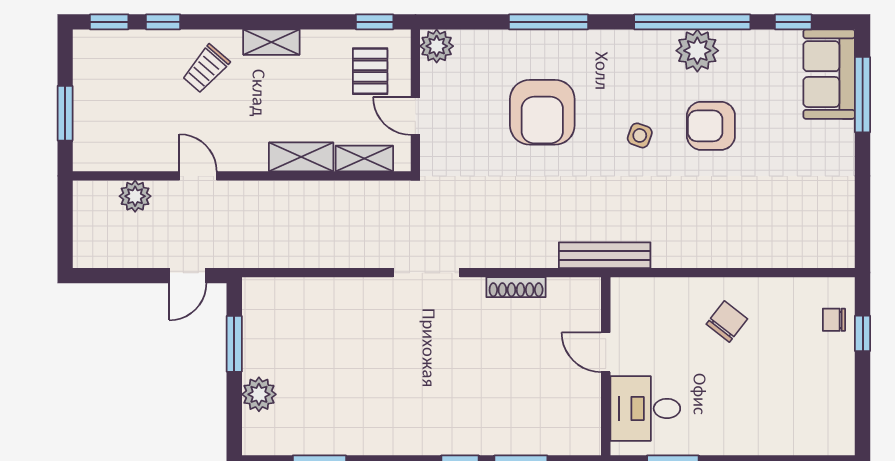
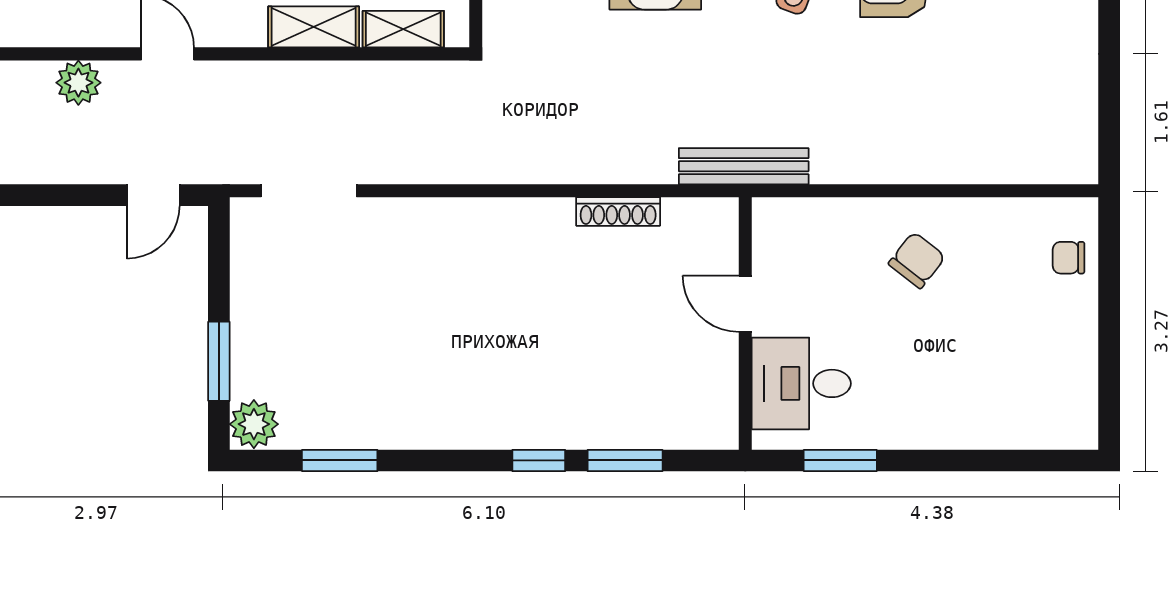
doorway: (426, 273) -> (309, 191), moved
window: (863, 333) -> (1109, 277), removed
window: (234, 344) -> (219, 361), moved
plant: (259, 394) -> (254, 424), moved

